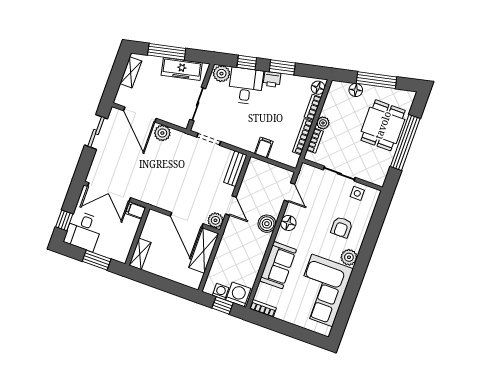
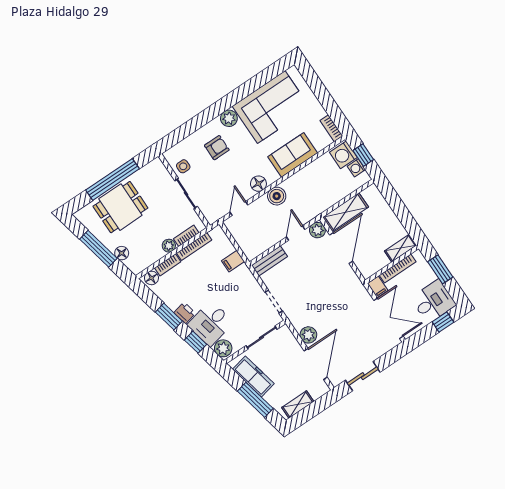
bookcase: (130, 236) -> (398, 269), added

